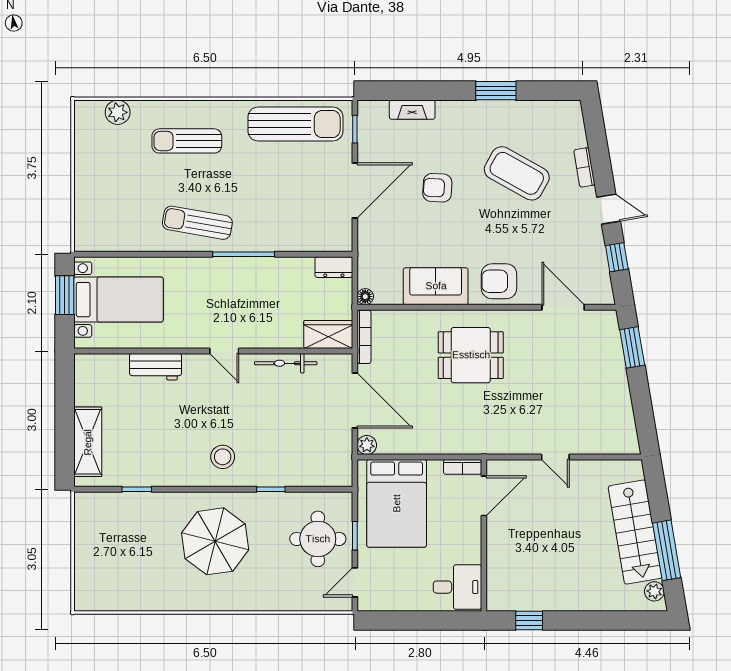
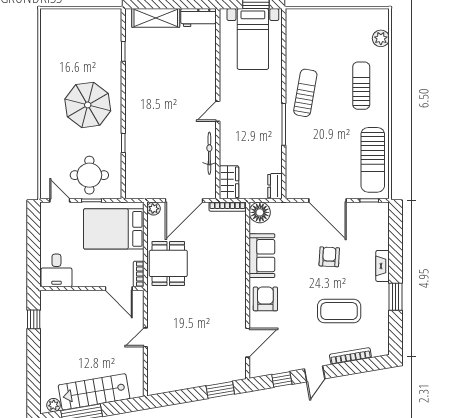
fireplace: (412, 110) -> (383, 266), moved
bookcase: (584, 167) -> (350, 356), width x1.56
coffee table: (517, 173) -> (339, 311), turned 61
floor lamp: (365, 297) -> (260, 212), width x1.89, depth x1.89
dining table: (471, 355) -> (168, 263), moved
workbench: (156, 367) -> (198, 18), moved, turned -90
stool: (223, 457) -> (145, 110), removed

